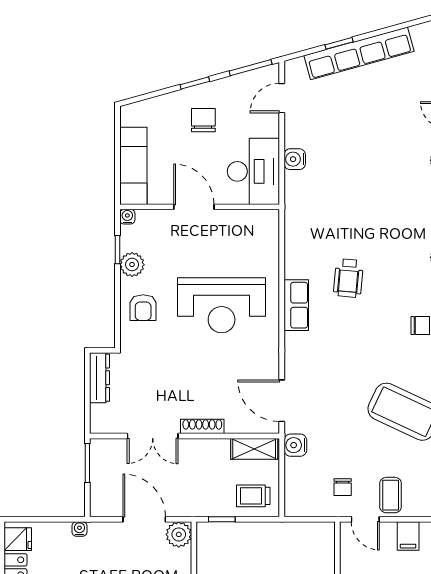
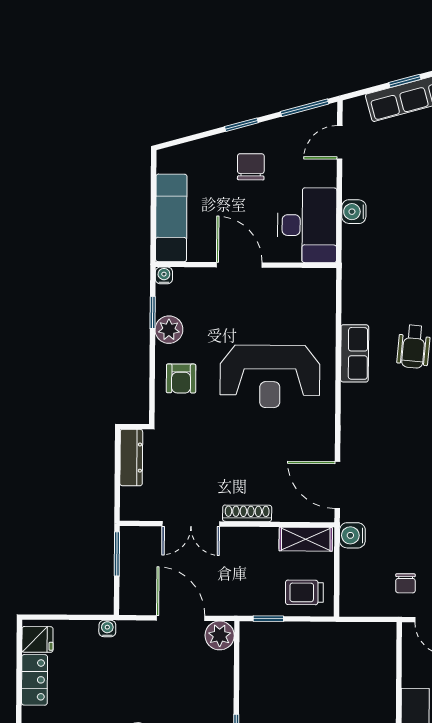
row of seats: (296, 305) -> (355, 353), moved

